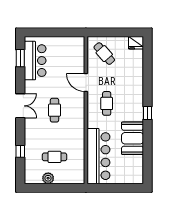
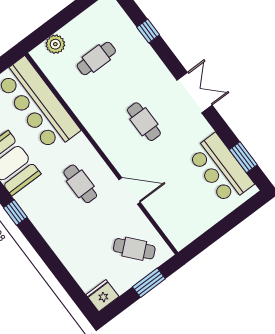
window: (109, 32) -> (149, 283), added
double door: (20, 106) -> (195, 93), swing flipped
plant: (48, 178) -> (55, 44), moved

